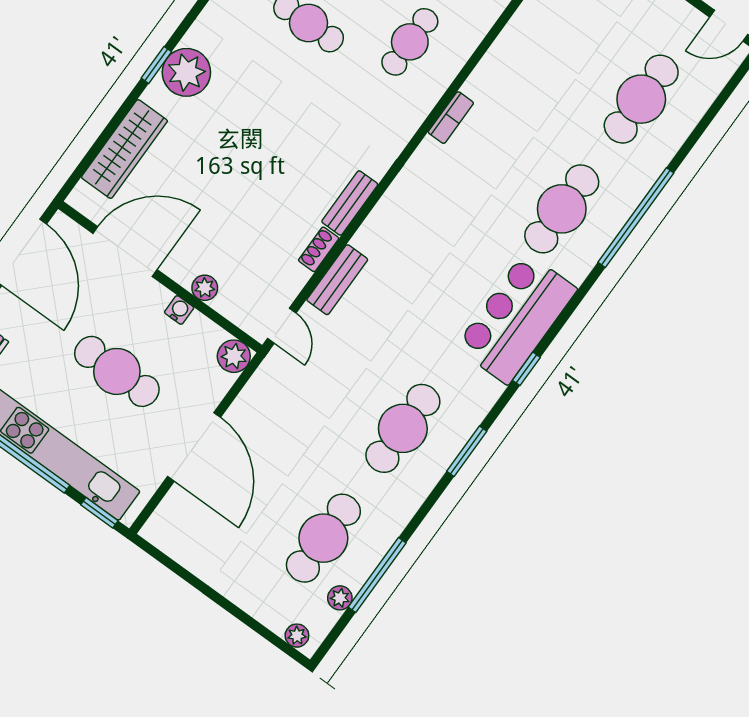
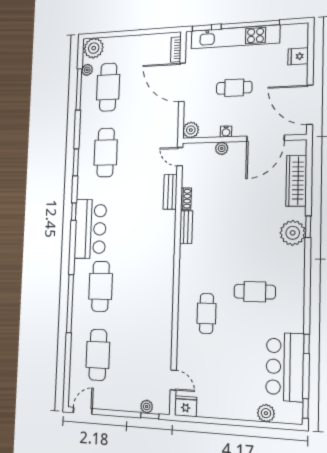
bookcase: (451, 118) -> (176, 50), moved
cafe table: (117, 371) -> (234, 88), width x0.73, depth x0.74
plant: (297, 636) -> (94, 48), width x1.88, depth x1.88

